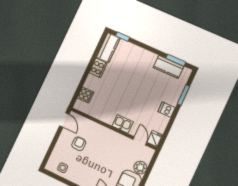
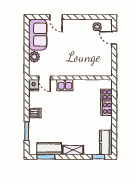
shelving: (145, 55) -> (73, 150), added
cooker: (98, 68) -> (107, 108), moved
door: (64, 120) -> (114, 38), moved
armchair: (79, 144) -> (93, 52), removed

